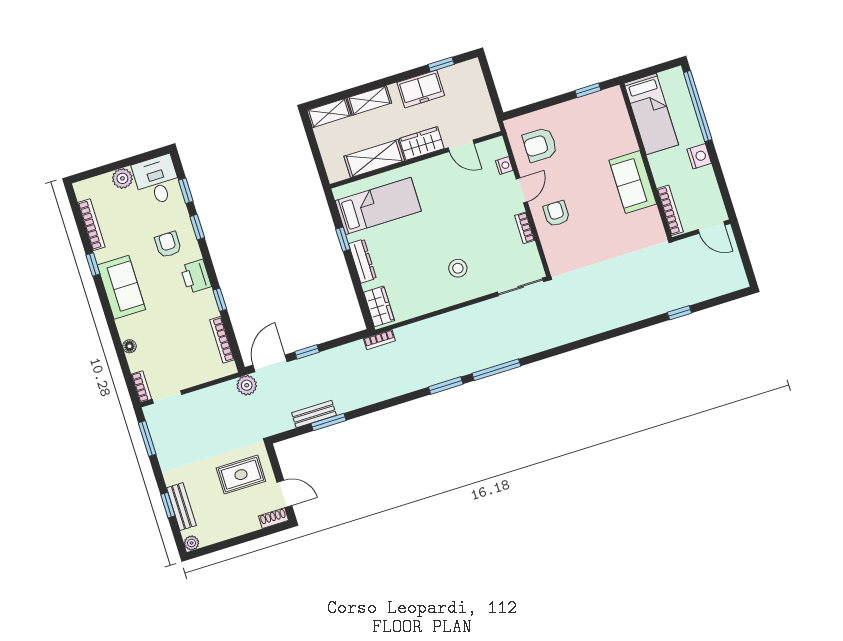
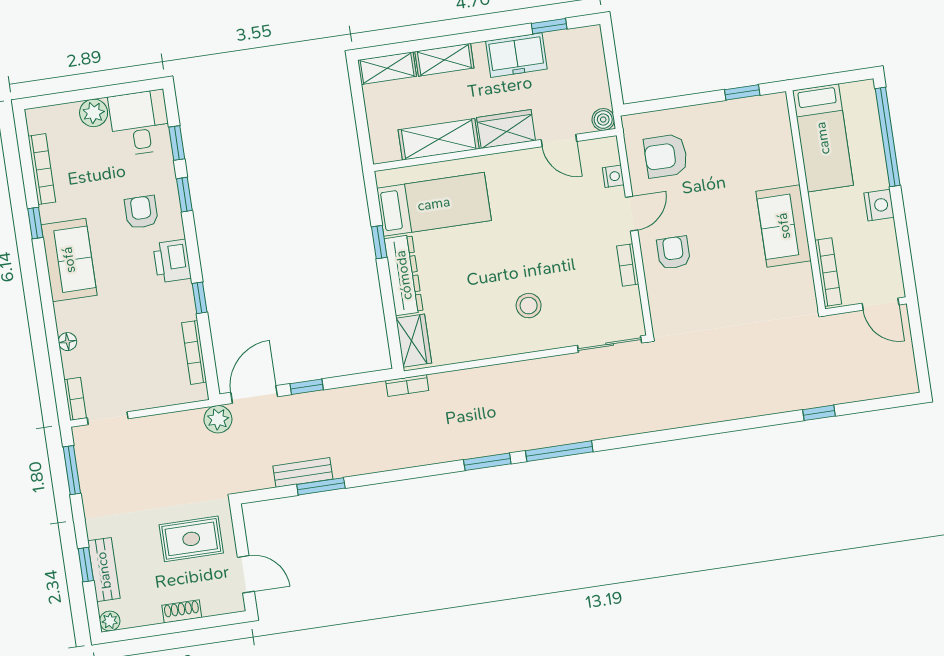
boiler: (491, 126) -> (603, 119), added
dresser: (362, 261) -> (404, 275), width x1.37, depth x1.24
shoe rack: (273, 518) -> (182, 611), moved

